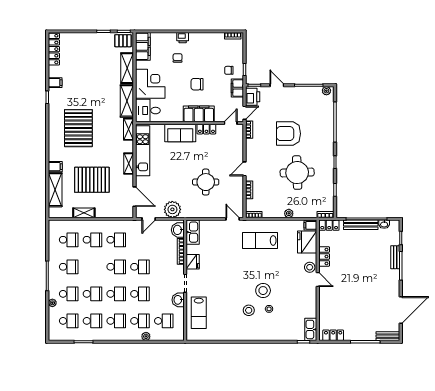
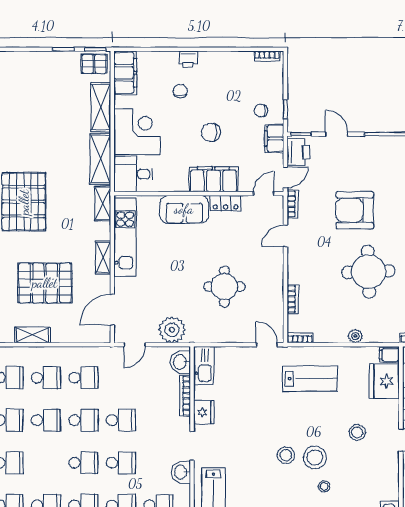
door: (244, 169) -> (285, 236), moved
door: (135, 197) -> (112, 310), swing flipped
lab bench: (260, 240) -> (310, 379), turned 180
stool: (310, 267) -> (357, 432), moved
school desk: (92, 294) -> (46, 420), moved
stool: (249, 310) -> (286, 455), moved

